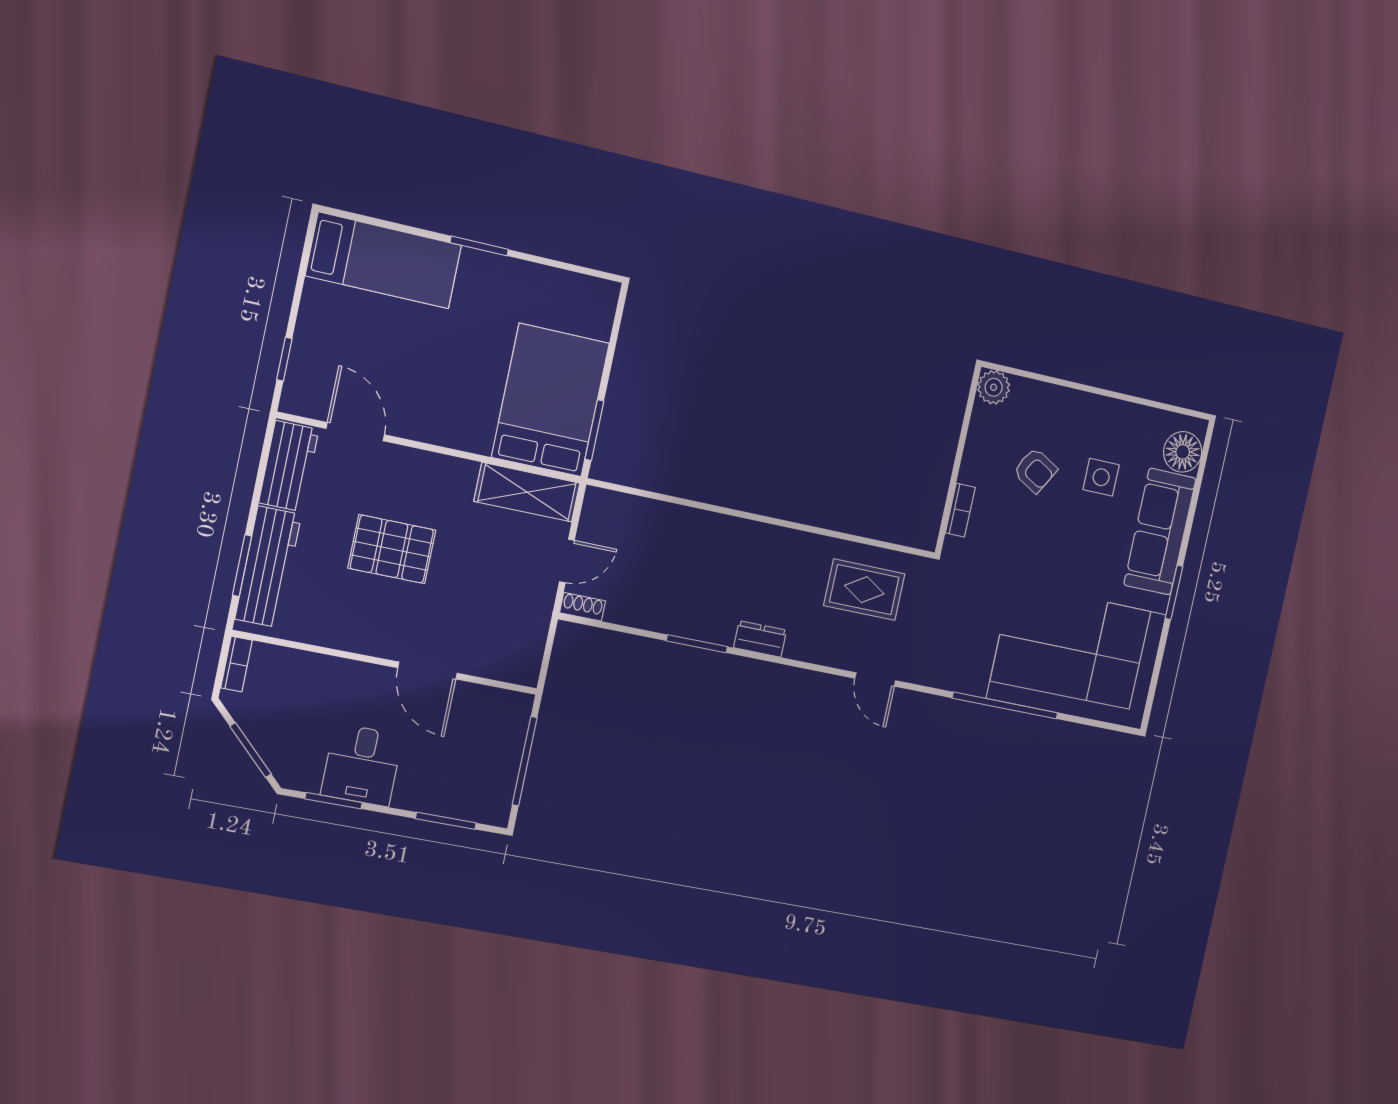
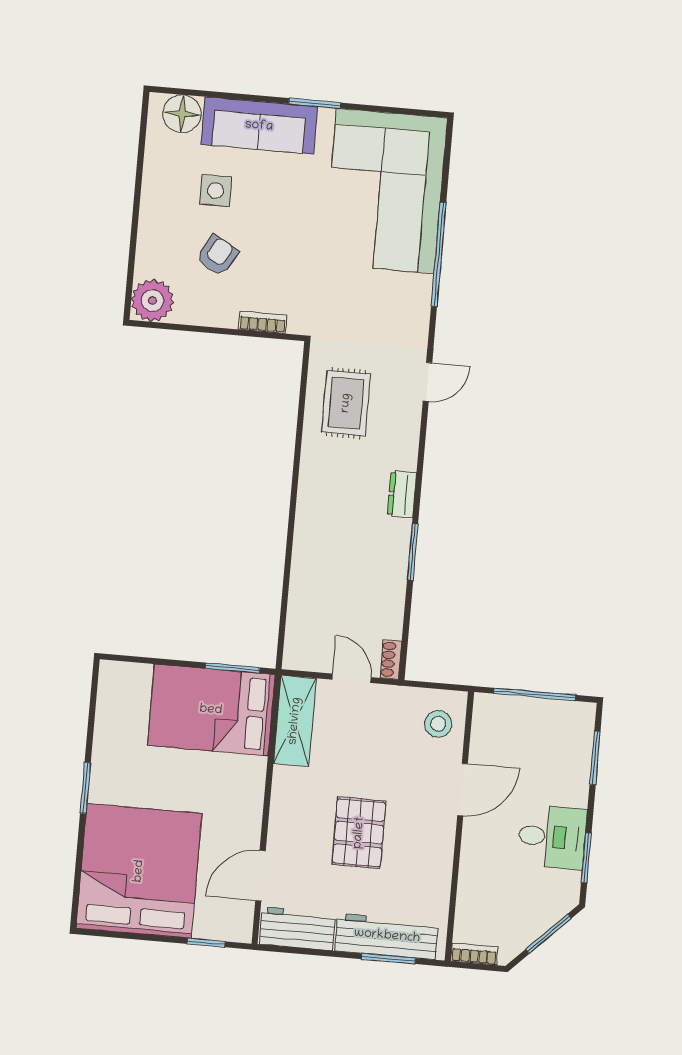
bed: (384, 260) -> (139, 871), width x2.04
plant: (994, 387) -> (152, 301), width x1.36, depth x1.36
stool: (505, 651) -> (438, 724), added

